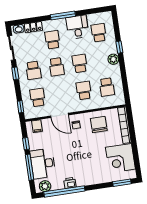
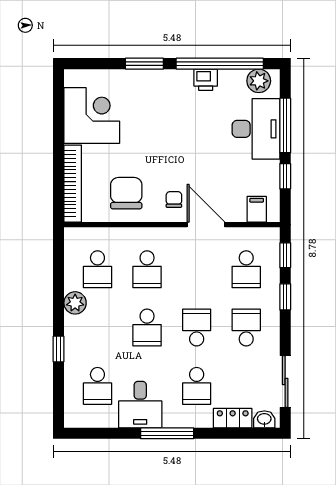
plant: (113, 59) -> (75, 303), moved
window: (15, 73) -> (285, 297), moved
school desk: (107, 87) -> (97, 269), turned 180
chair: (99, 125) -> (126, 193), turned 180
window: (122, 183) -> (144, 64), moved

